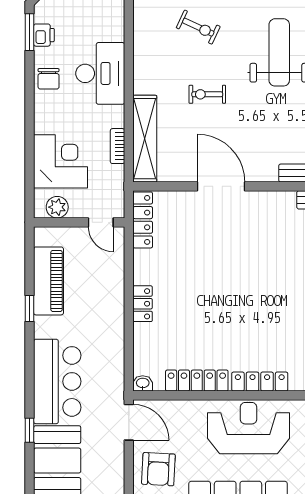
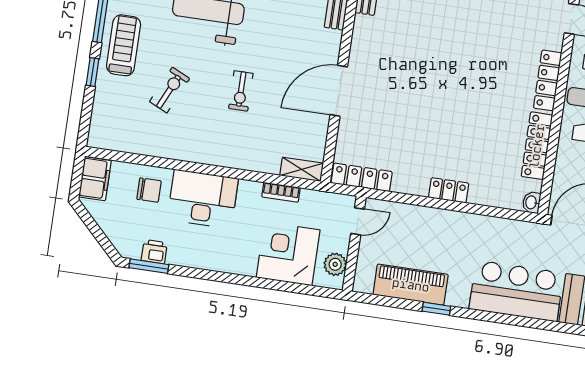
chair: (49, 79) -> (149, 190), moved
shelving: (145, 139) -> (302, 169), width x0.45, depth x0.75
window: (30, 430) -> (563, 327), removed

